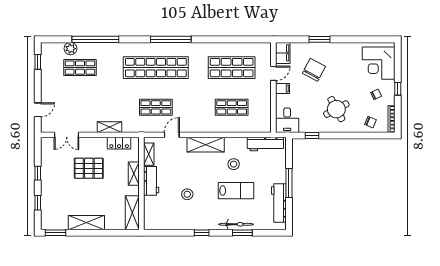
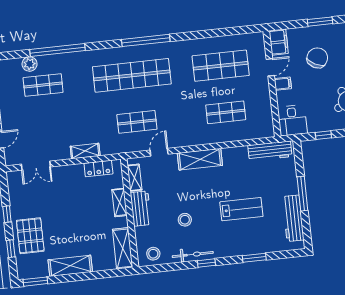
stool: (234, 164) -> (153, 254), moved
pallet: (89, 168) -> (30, 236), moved, turned 90
bicycle: (236, 224) -> (193, 254), moved

